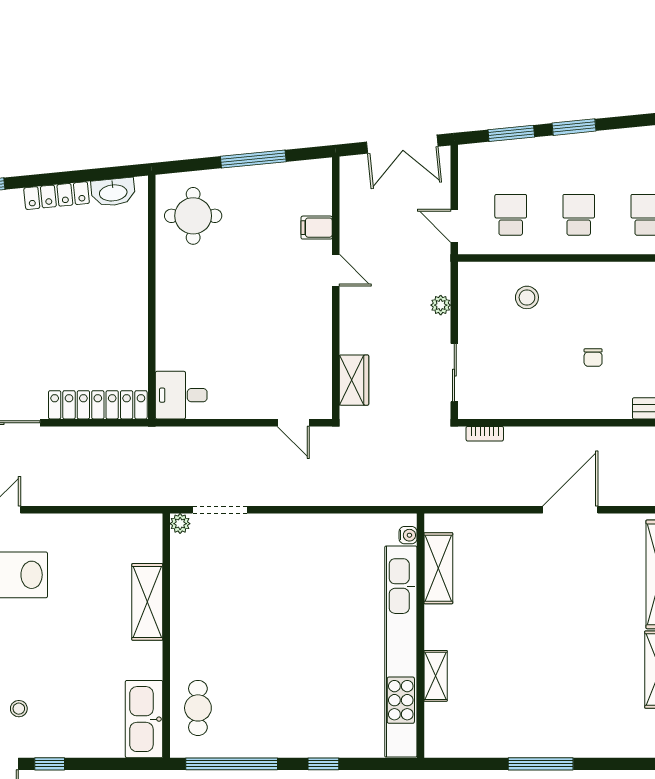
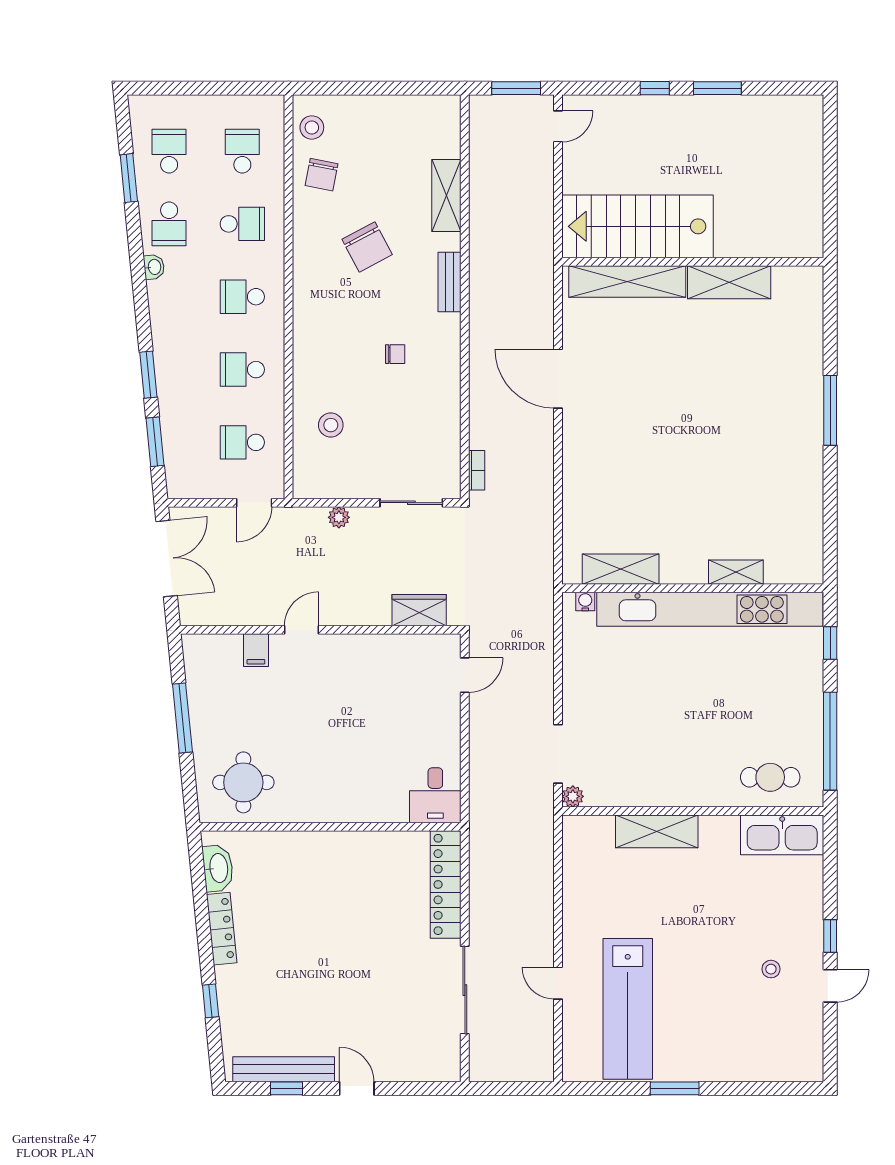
water cooler: (408, 535) -> (585, 602), moved
shelving: (438, 568) -> (621, 569), moved
wall: (420, 636) -> (693, 588), moved
kitchen unit: (401, 652) -> (710, 609), moved
shelving: (436, 676) -> (736, 572), moved

